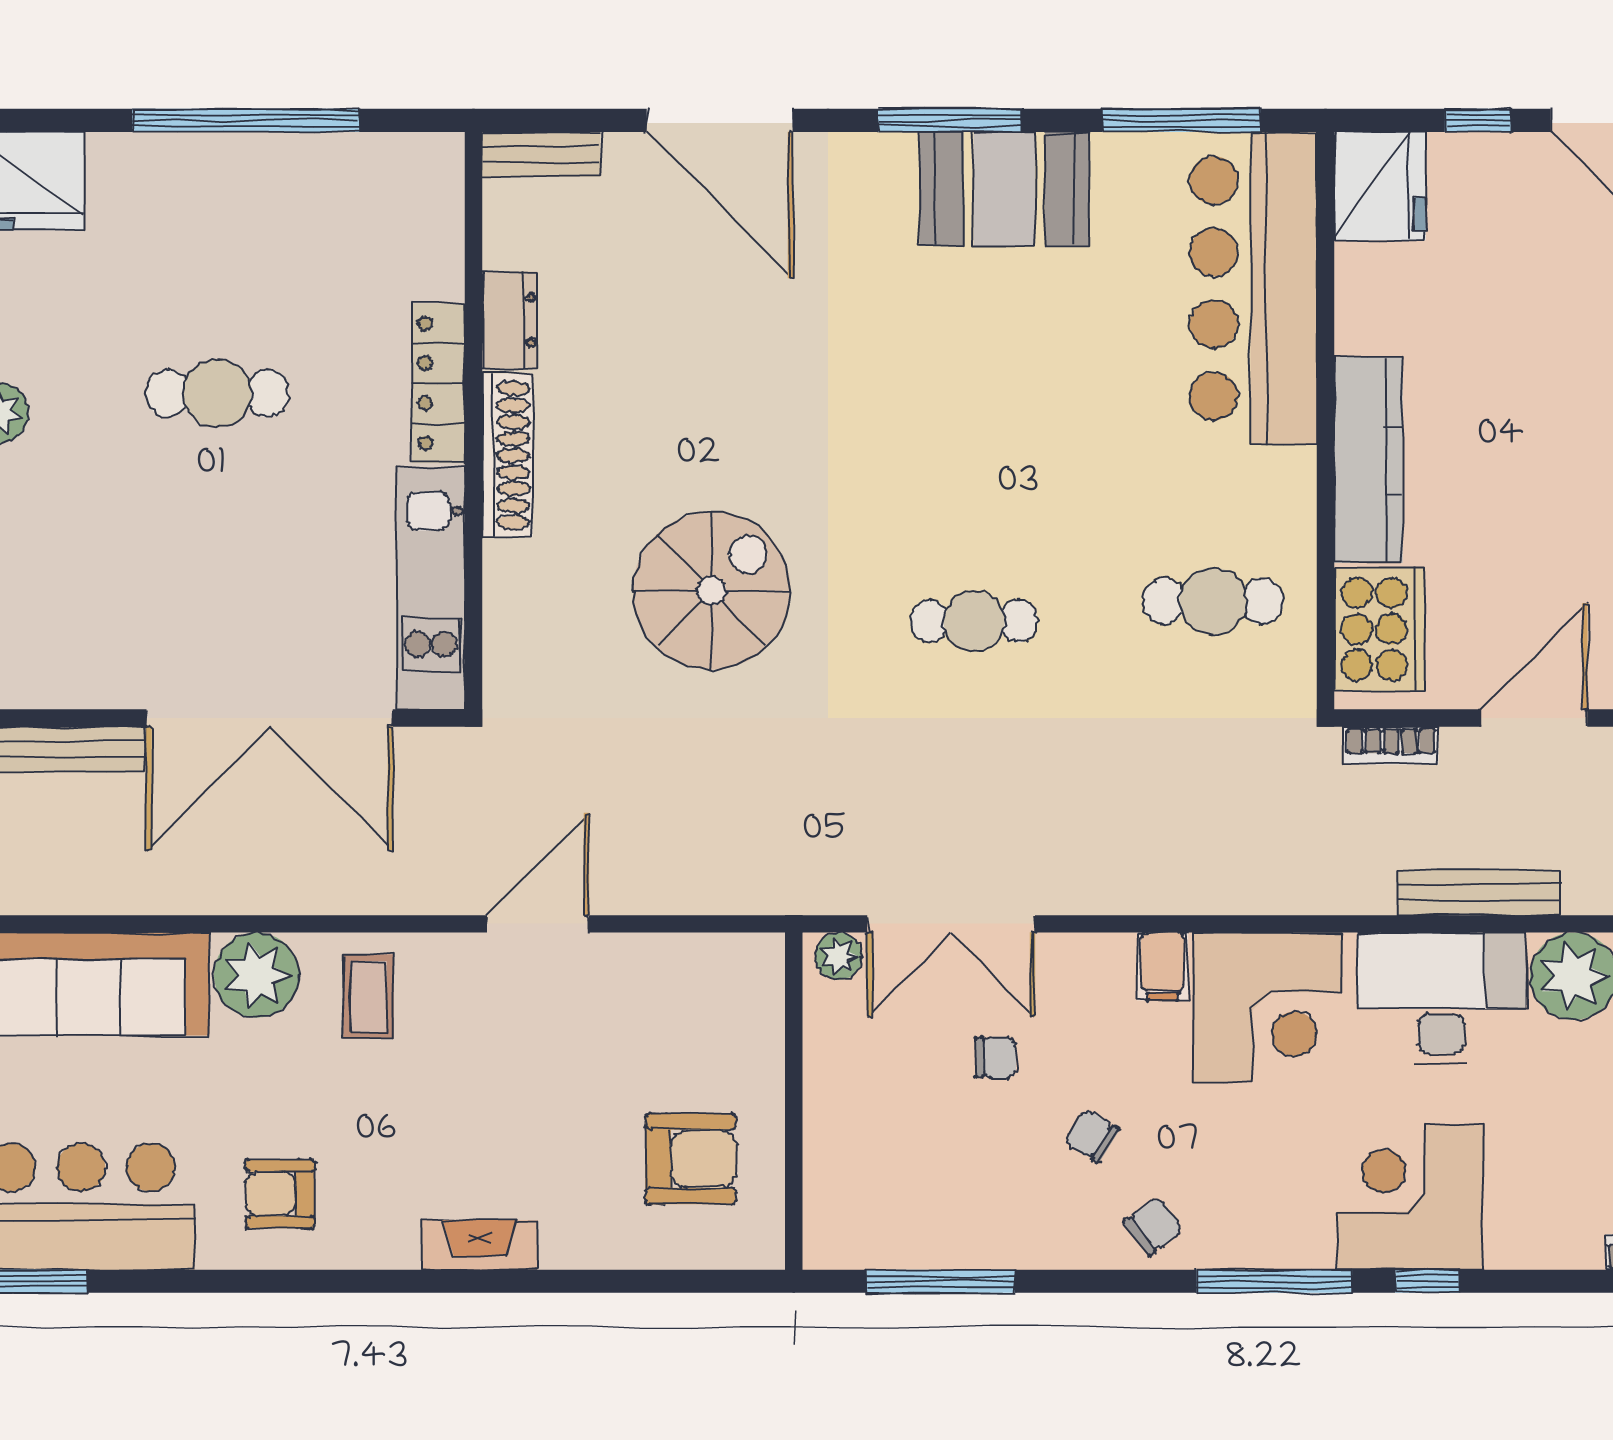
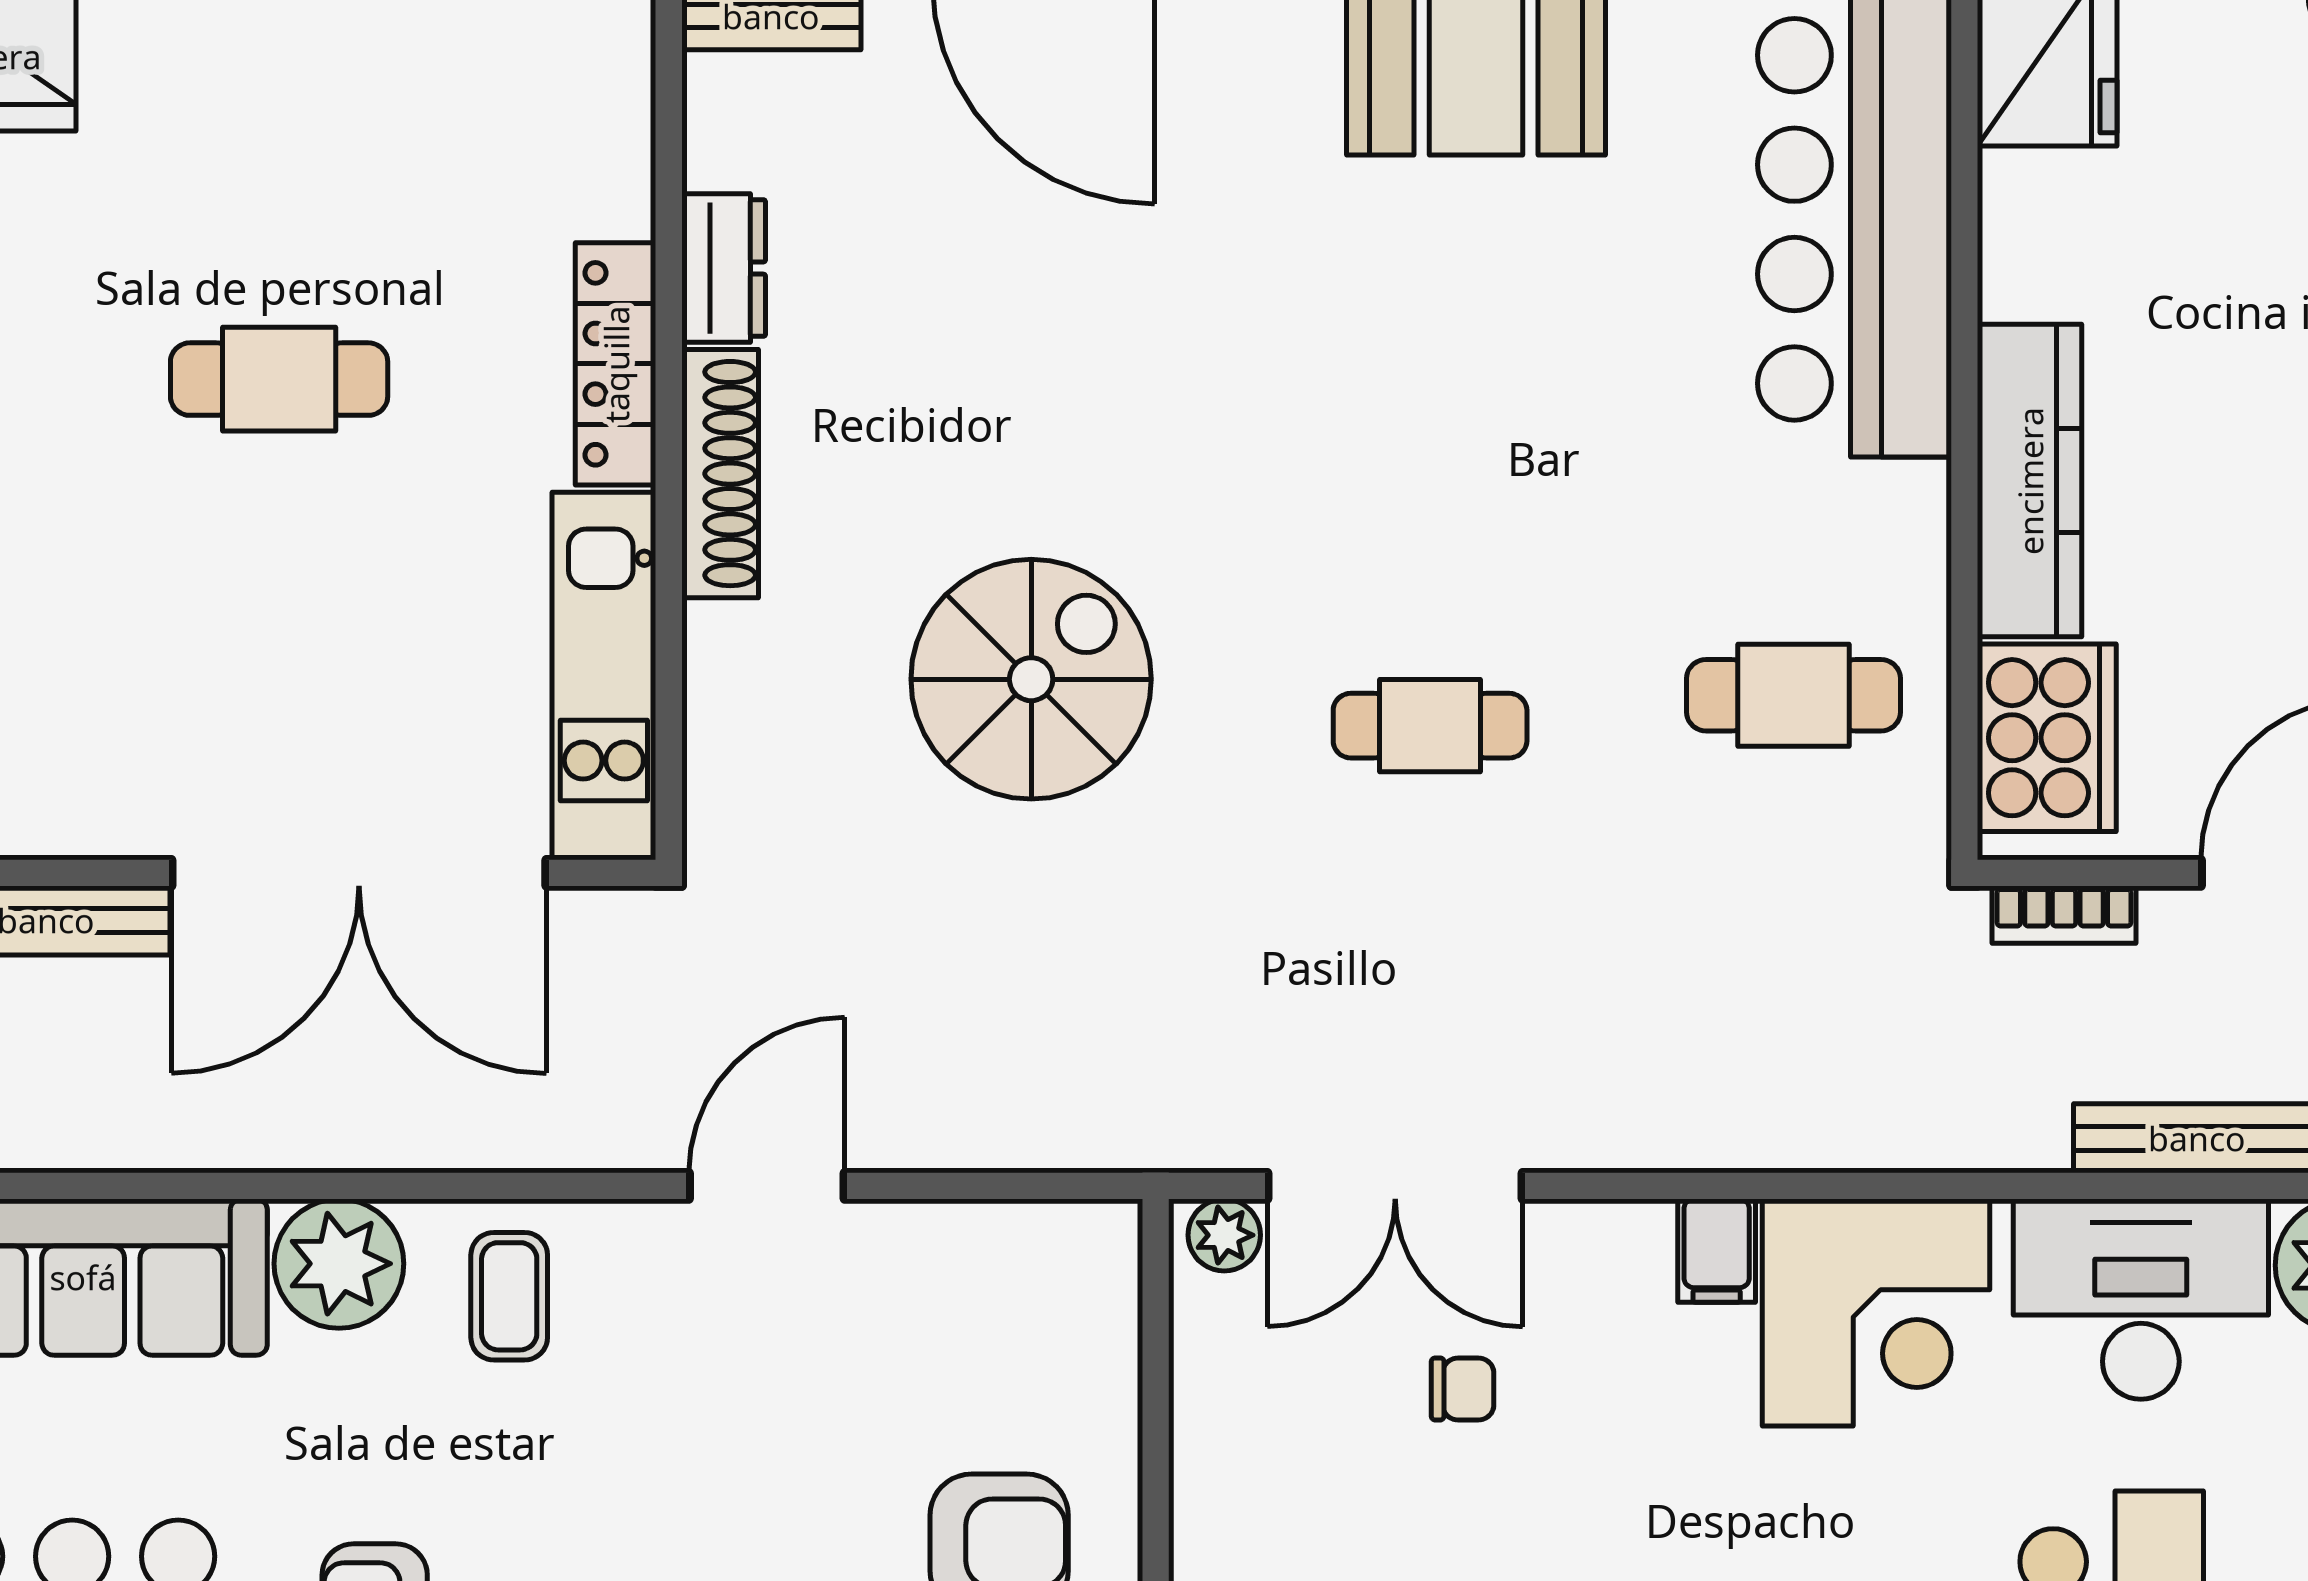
chair: (1092, 1136) -> (1609, 1508), removed

